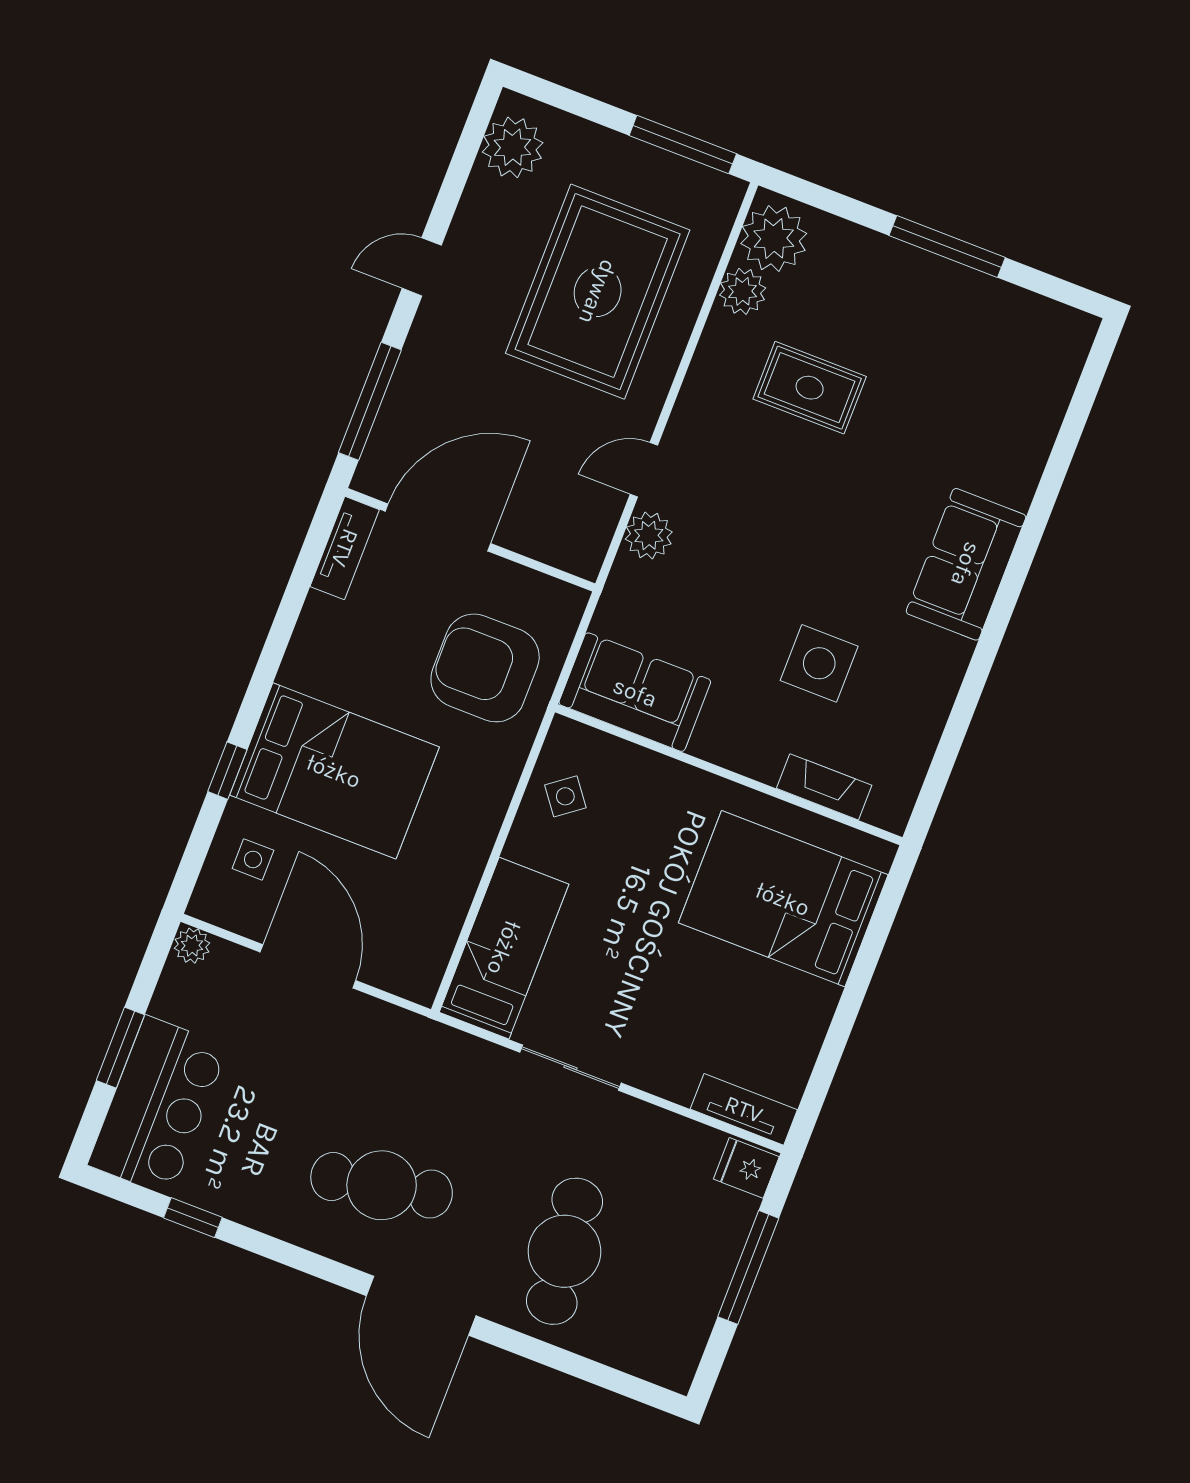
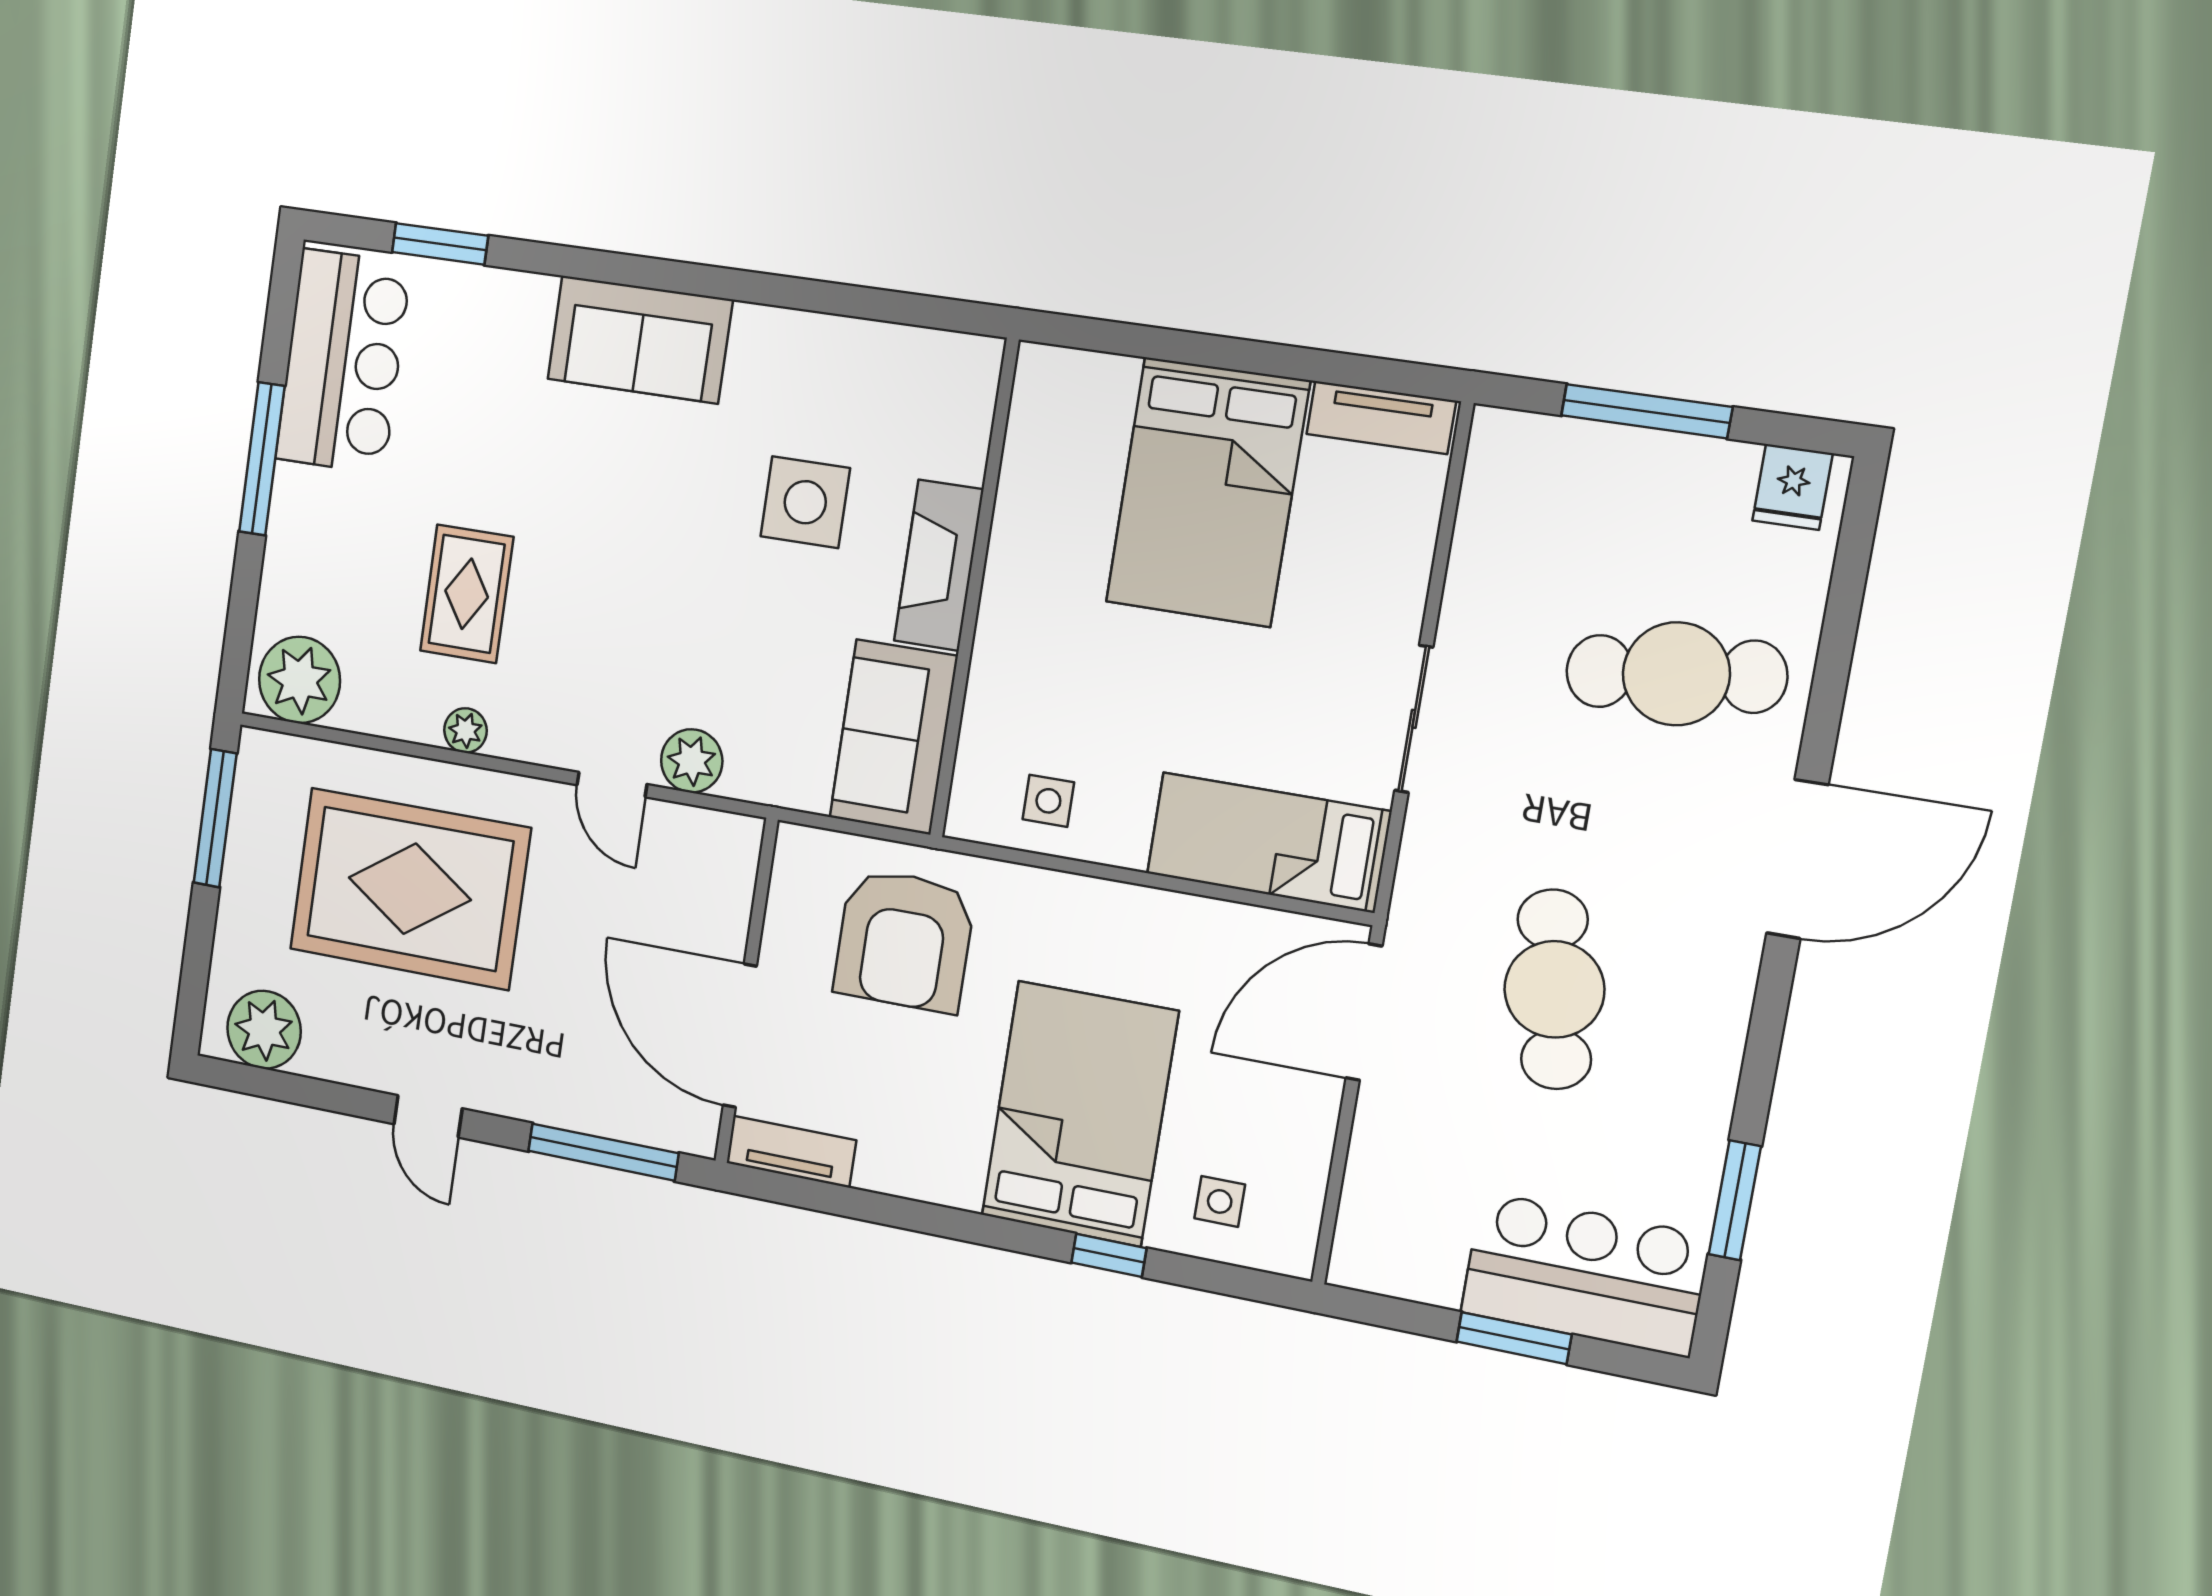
plant: (743, 291) -> (466, 730), moved, width x0.73, depth x0.73
bar counter: (1005, 329) -> (343, 361), added
window: (1073, 426) -> (440, 244), added
fireplace: (824, 787) -> (939, 565), moved, width x1.37, depth x1.32
side table: (565, 796) -> (1048, 801), turned 37
bed: (783, 899) -> (1207, 492), moved
plant: (192, 946) -> (1353, 1264), removed
door: (308, 966) -> (1364, 1012), moved
tv unit: (744, 1109) -> (1381, 417), moved, turned -90
fridge: (746, 1168) -> (1793, 487), moved
cafe table: (382, 1185) -> (1554, 989), moved
window: (193, 1218) -> (1735, 1200), width x1.50

